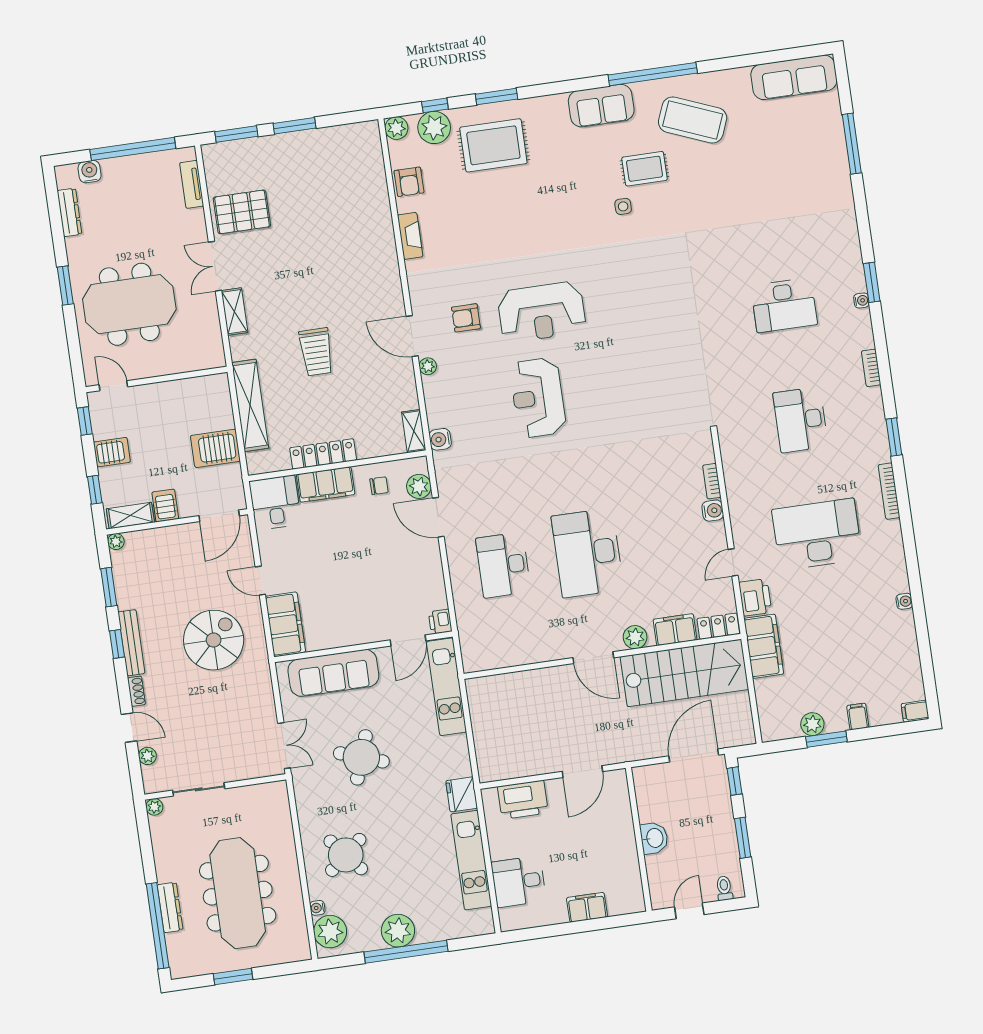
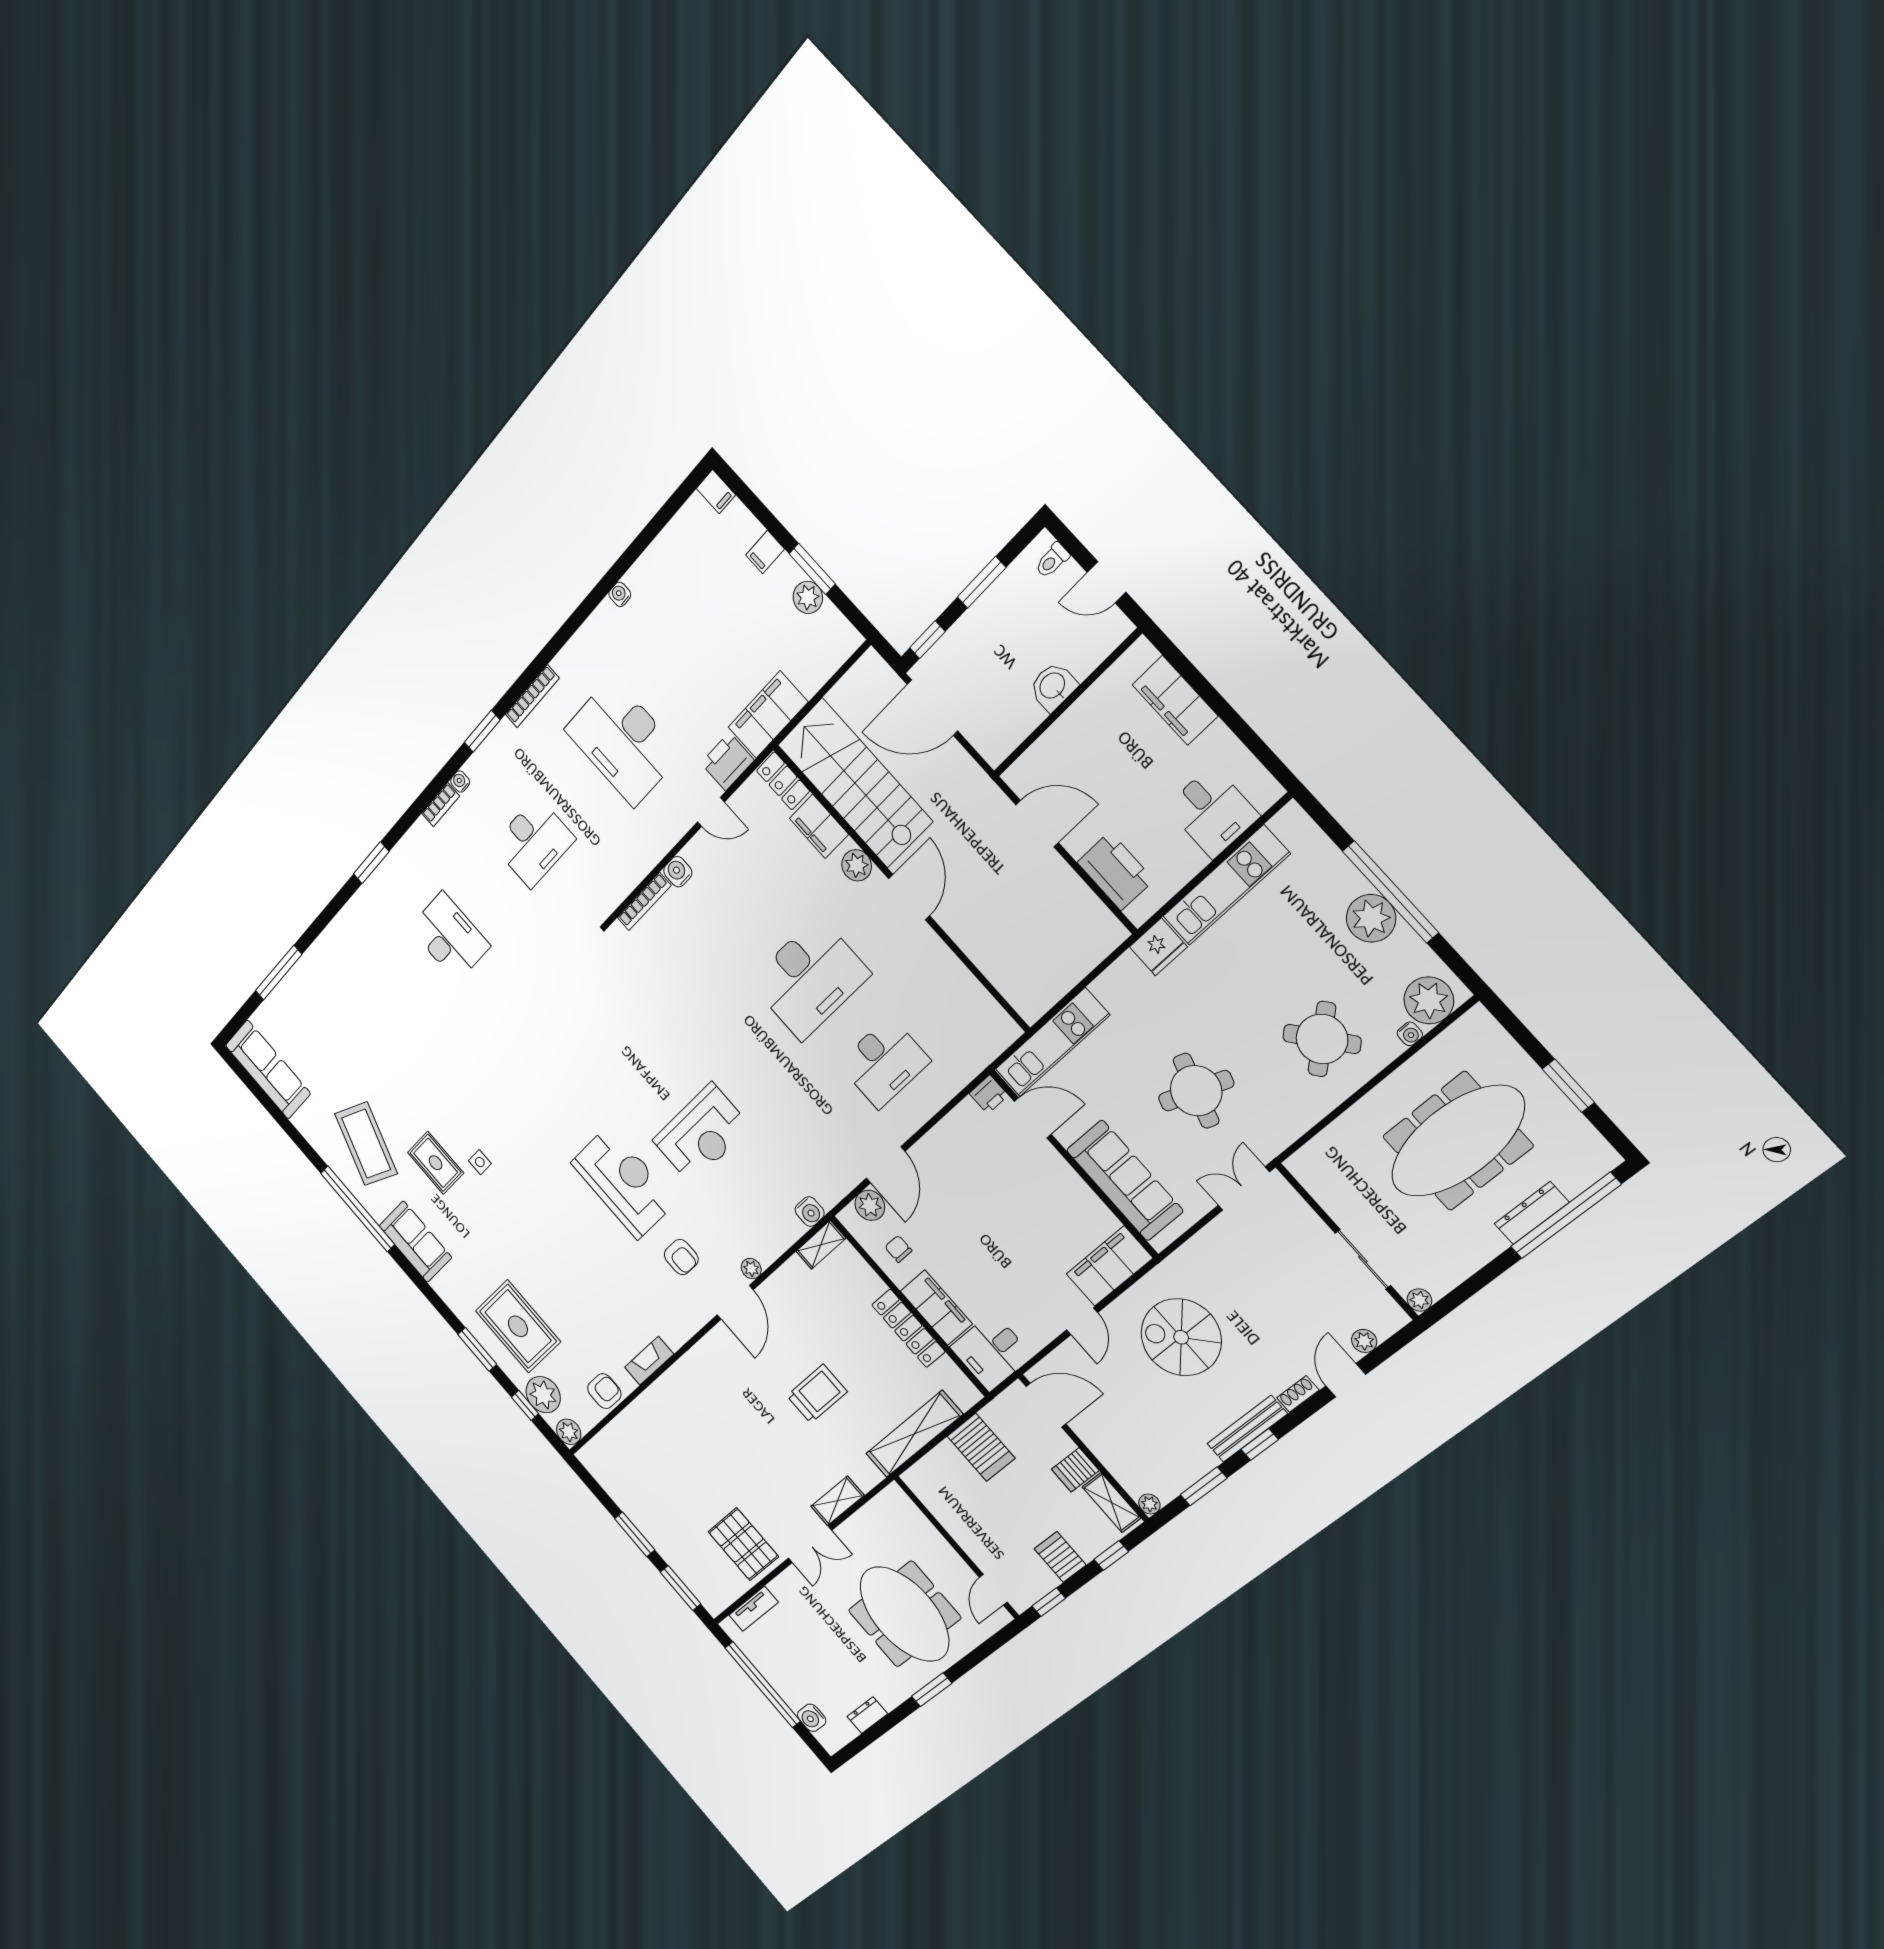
dresser: (70, 212) -> (867, 1715), width x0.70
water cooler: (861, 301) -> (460, 782), moved
bookcase: (712, 481) -> (644, 902), width x1.56
filing cabinet: (587, 907) -> (1175, 700), width x1.50, depth x1.17

